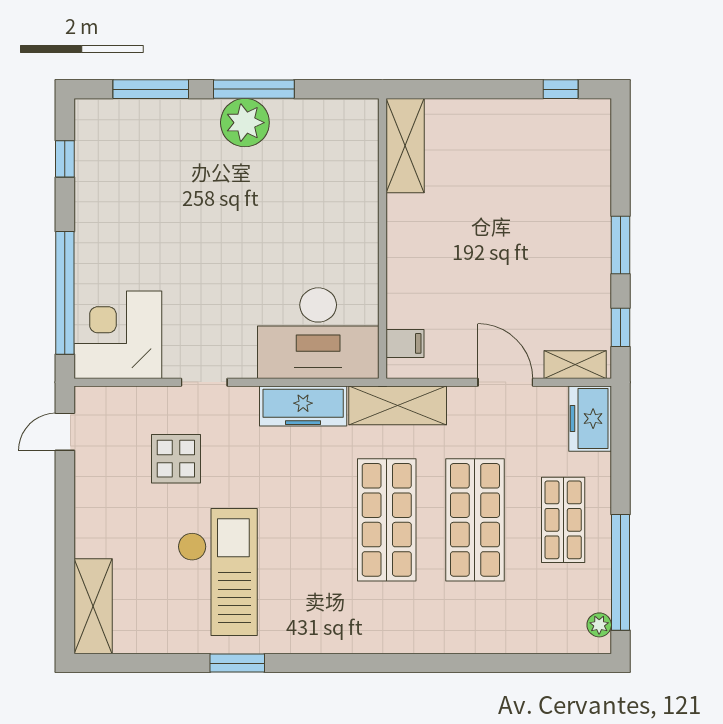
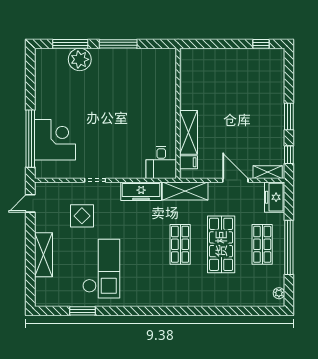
plant: (245, 123) -> (80, 59), moved
shelving: (405, 146) -> (189, 132), moved
window: (65, 159) -> (30, 76), removed
desk: (318, 333) -> (161, 162), width x0.53, depth x0.77
corner desk: (118, 335) -> (55, 140), moved, turned 90
shop shelf: (387, 520) -> (180, 244), width x0.70, depth x0.74
window: (620, 572) -> (289, 247), moved
shelving: (93, 606) -> (43, 255), moved
window: (237, 663) -> (82, 311), moved

